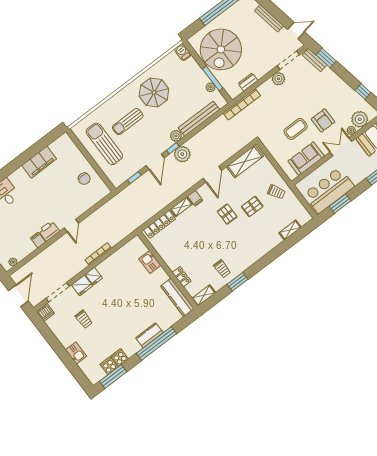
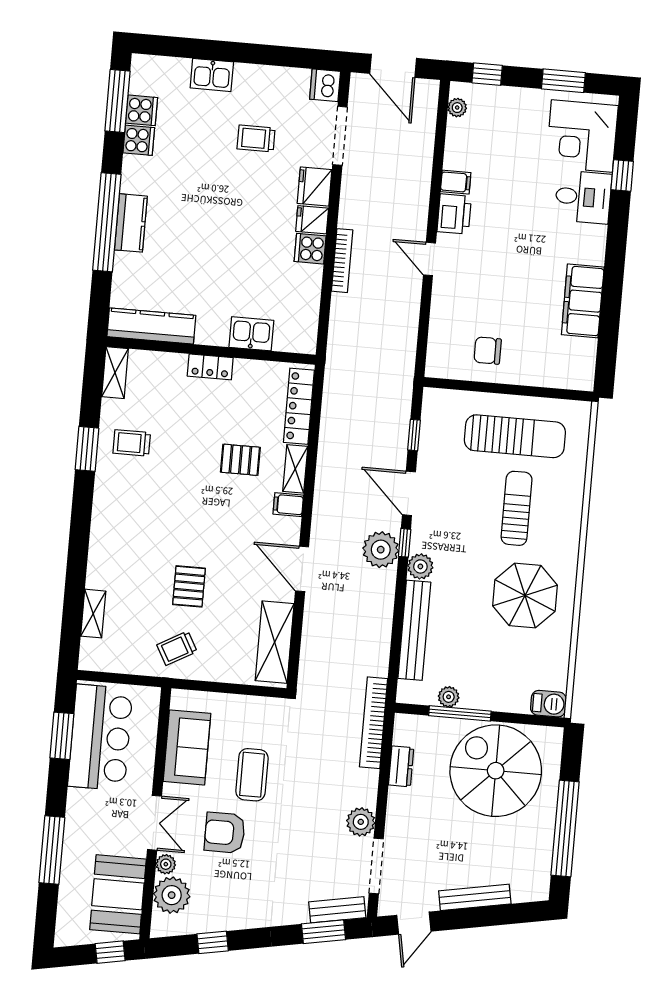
pallet: (227, 214) -> (240, 460), moved
cooker: (104, 268) -> (310, 249), added
locker: (182, 277) -> (210, 367), moved

